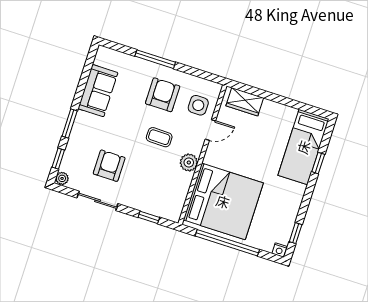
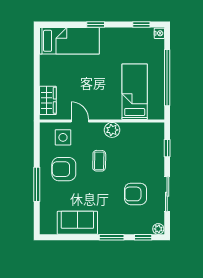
window: (318, 163) -> (96, 25), moved
bed: (223, 201) -> (135, 92), width x0.49

